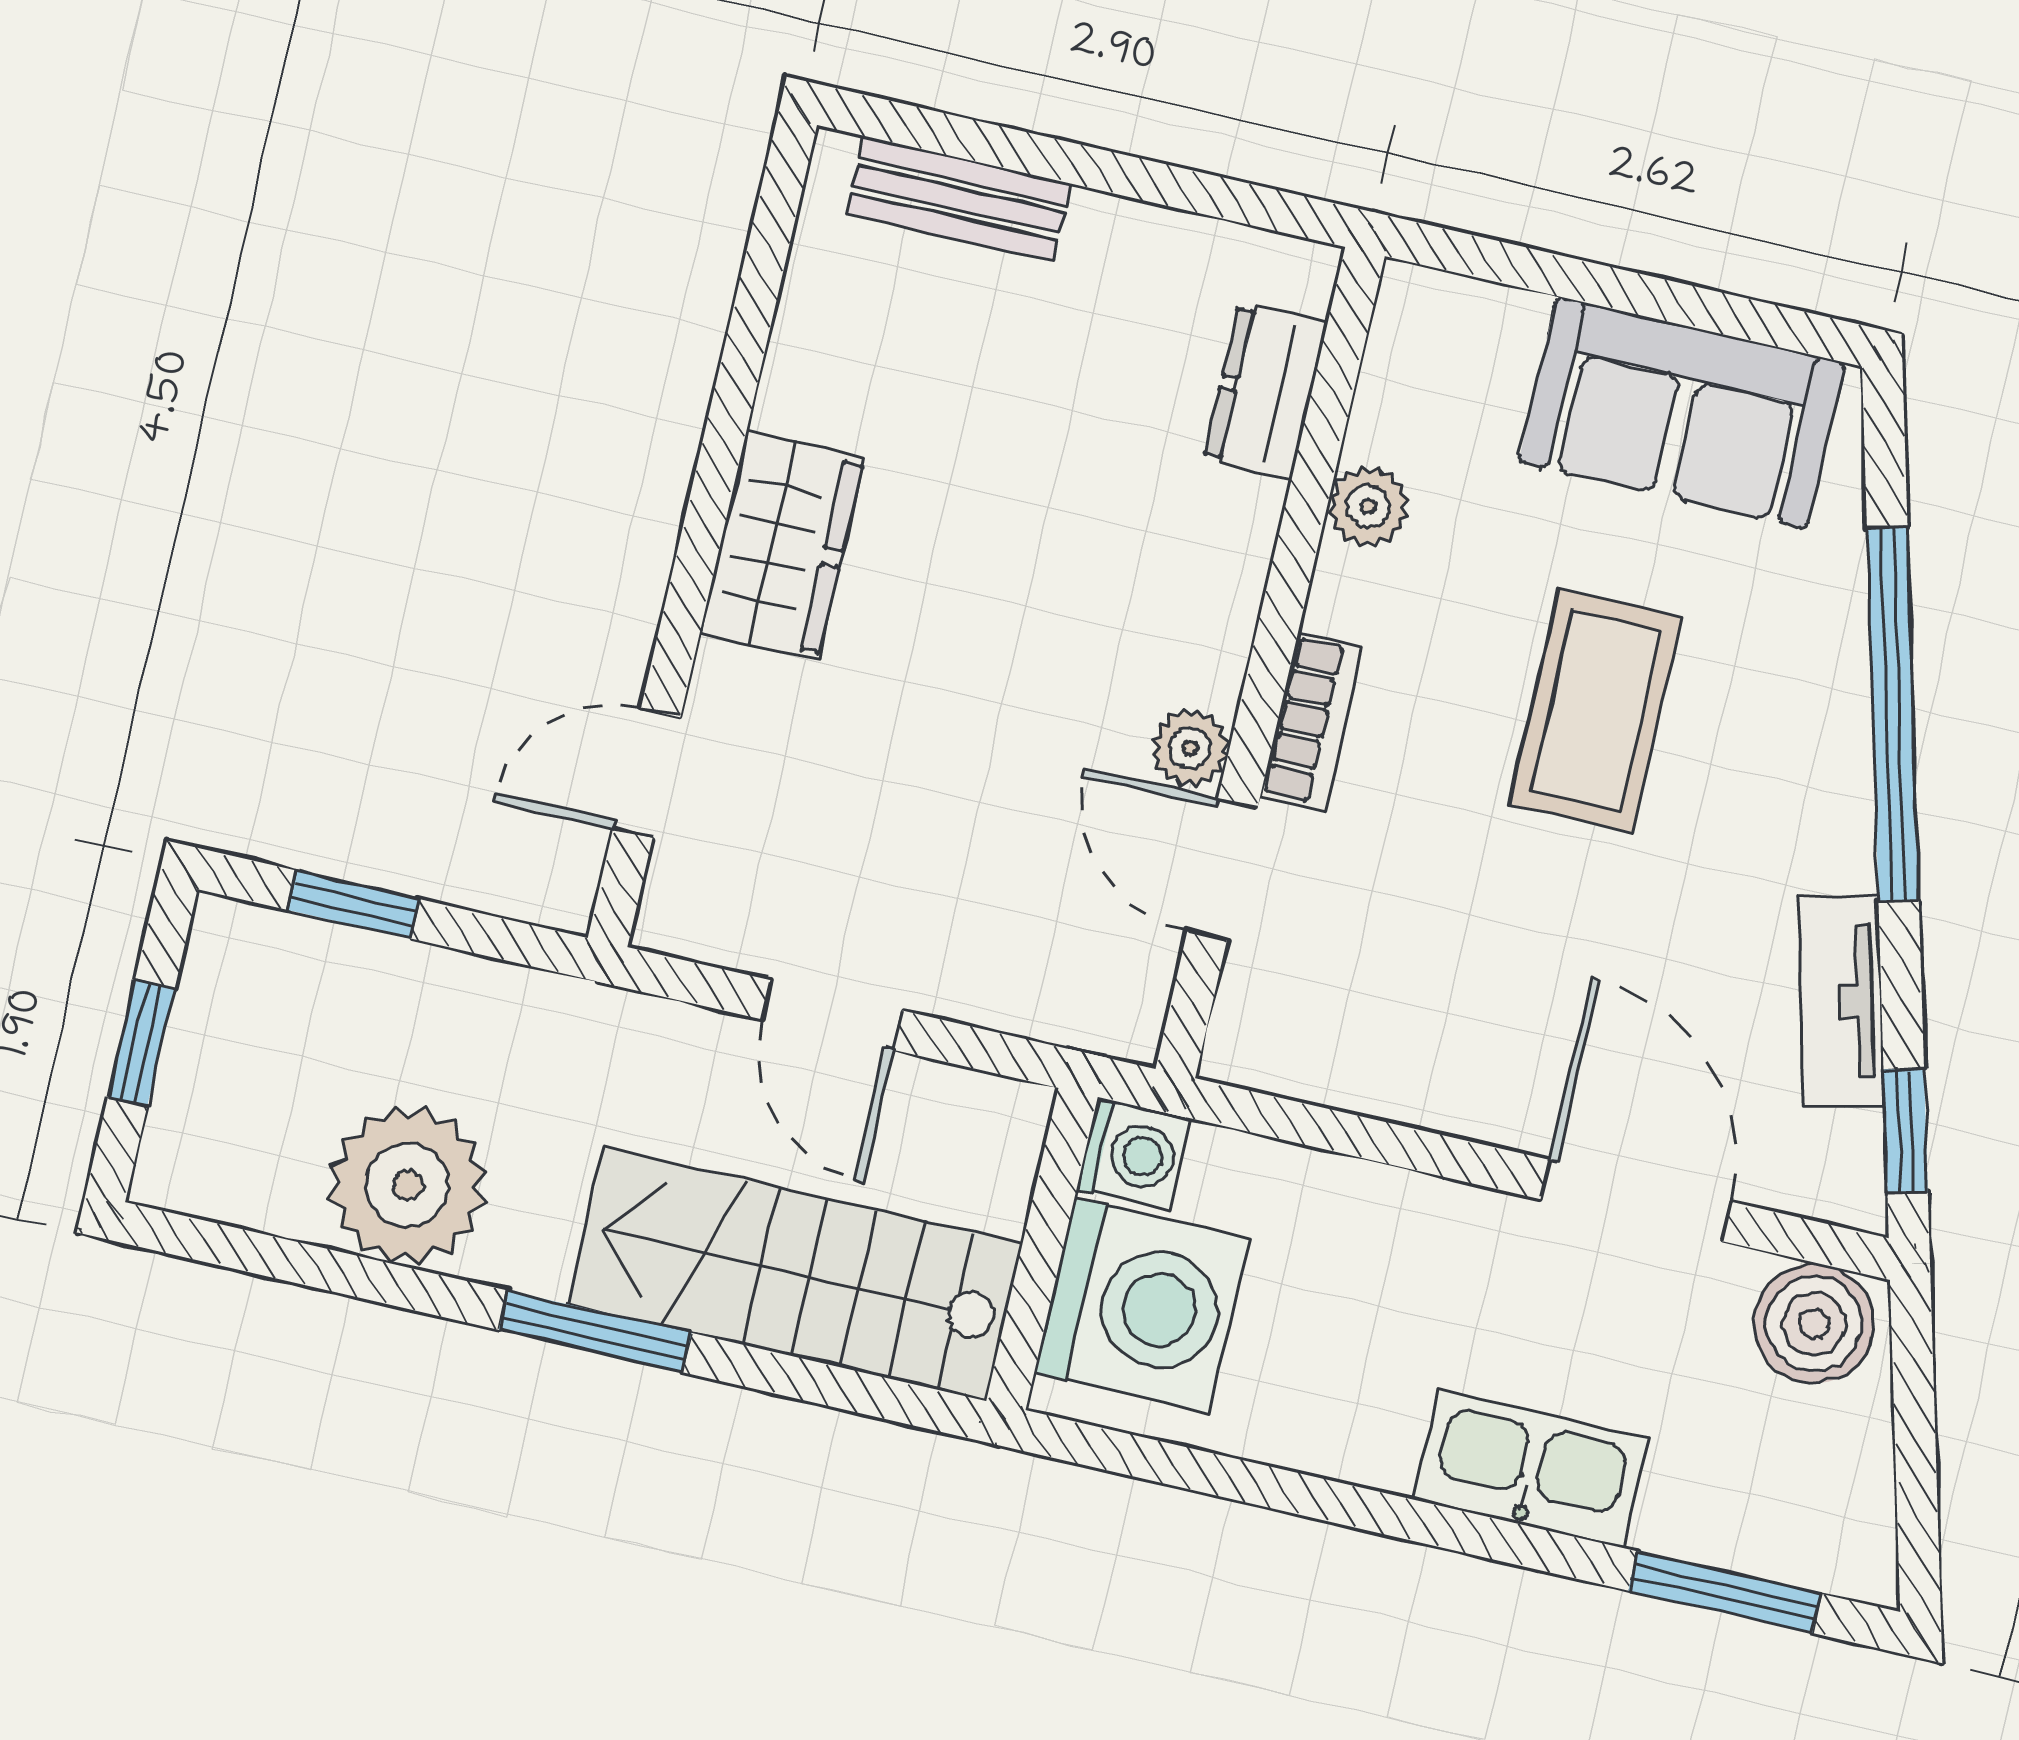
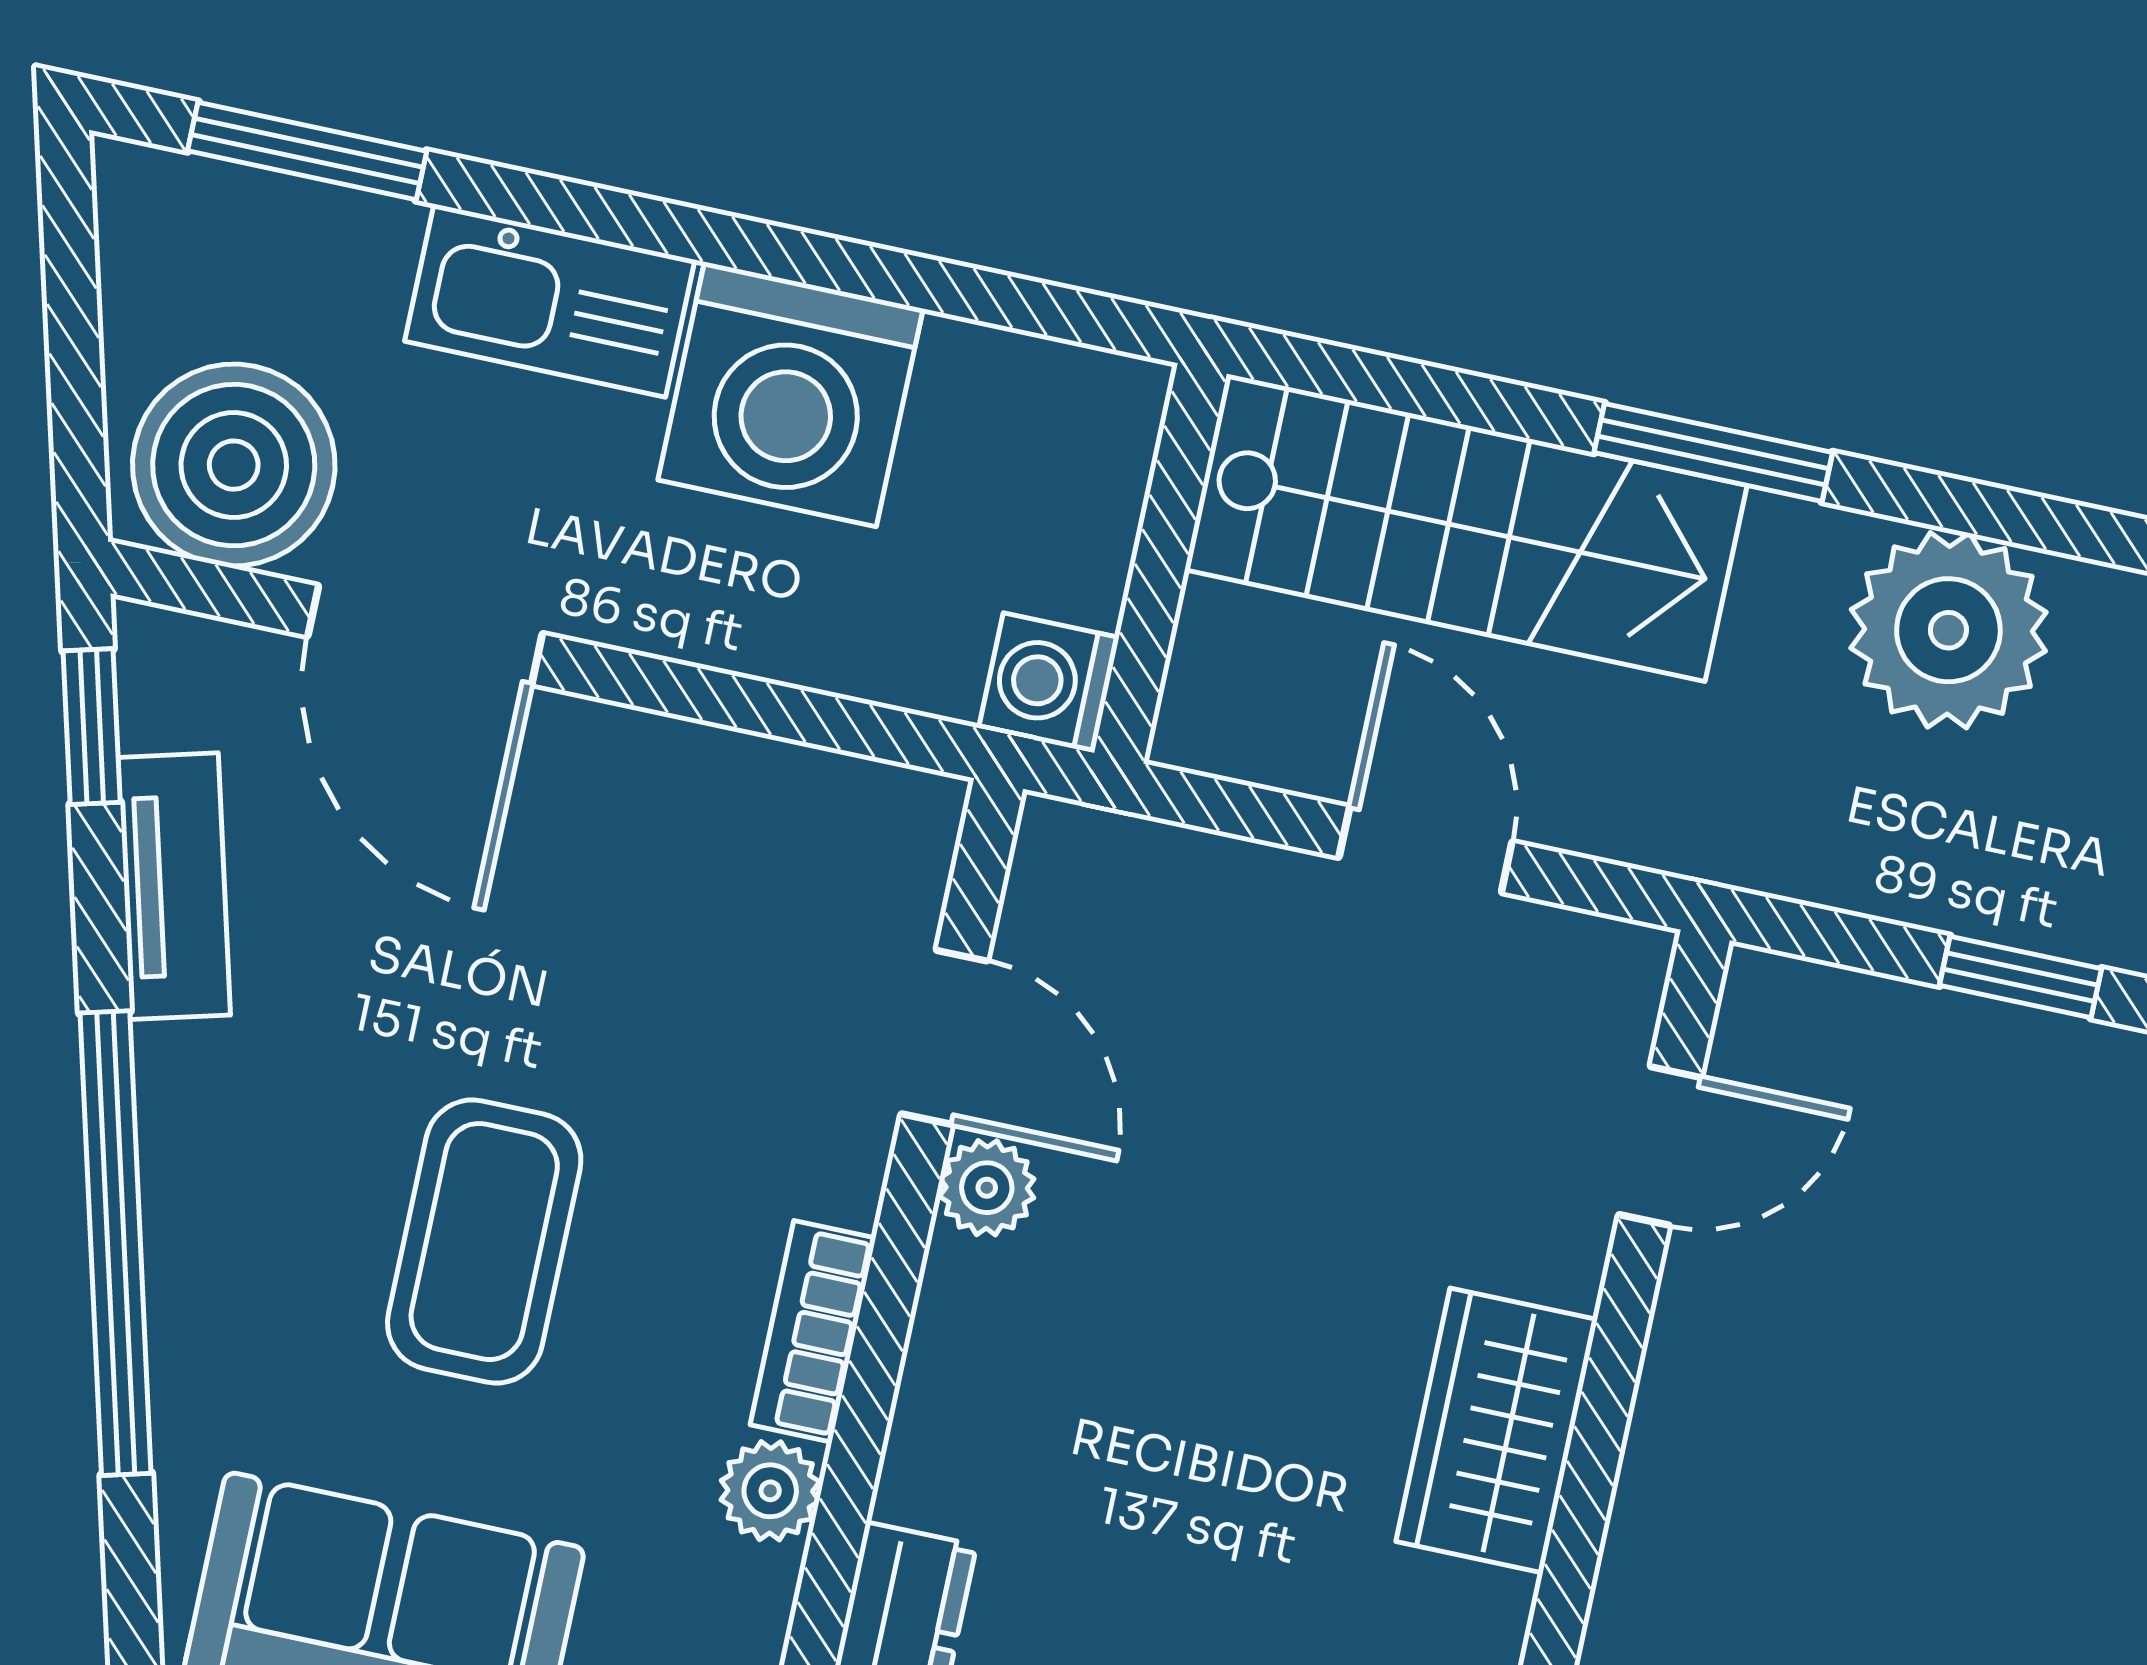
bookcase: (1312, 721) -> (813, 1331), moved
washing machine: (1142, 1306) -> (790, 394), moved, turned -90
boiler: (1814, 1324) -> (234, 465), width x1.37, depth x1.37

